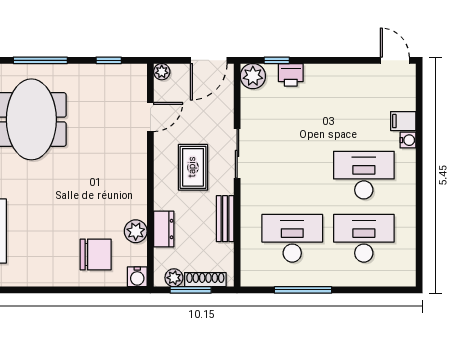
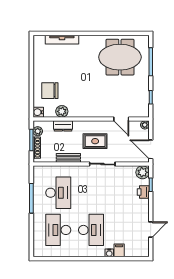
door: (395, 60) -> (151, 230), moved
desk: (364, 238) -> (58, 230), turned 180
chair: (96, 254) -> (50, 91), turned 90

